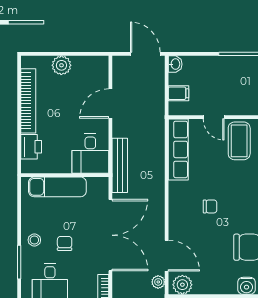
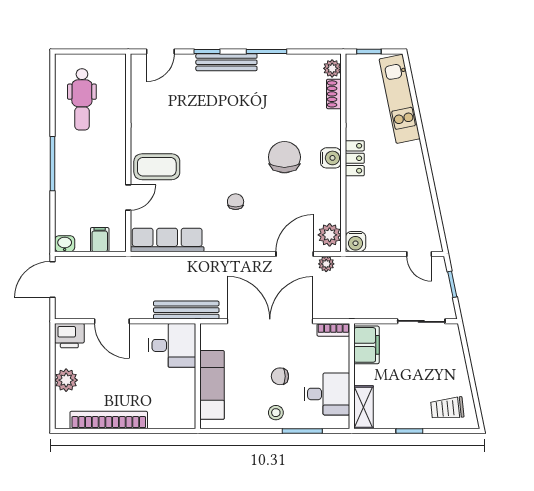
printer: (31, 147) -> (69, 336), moved, turned 180

